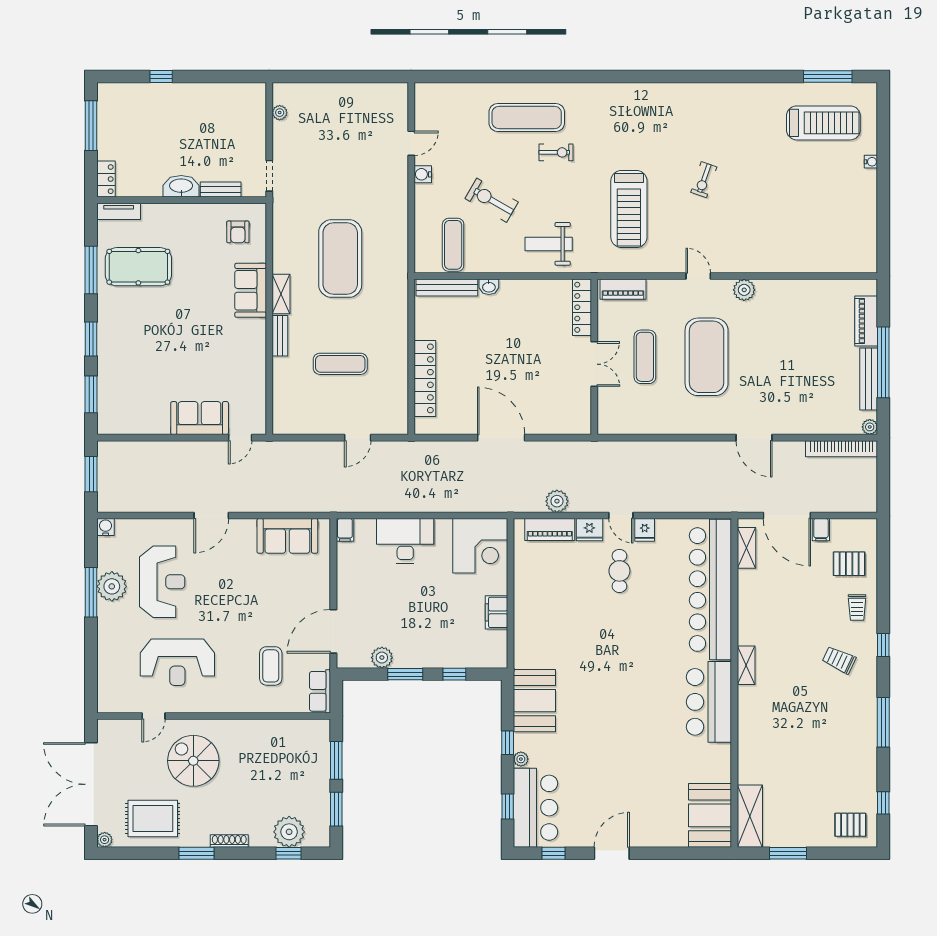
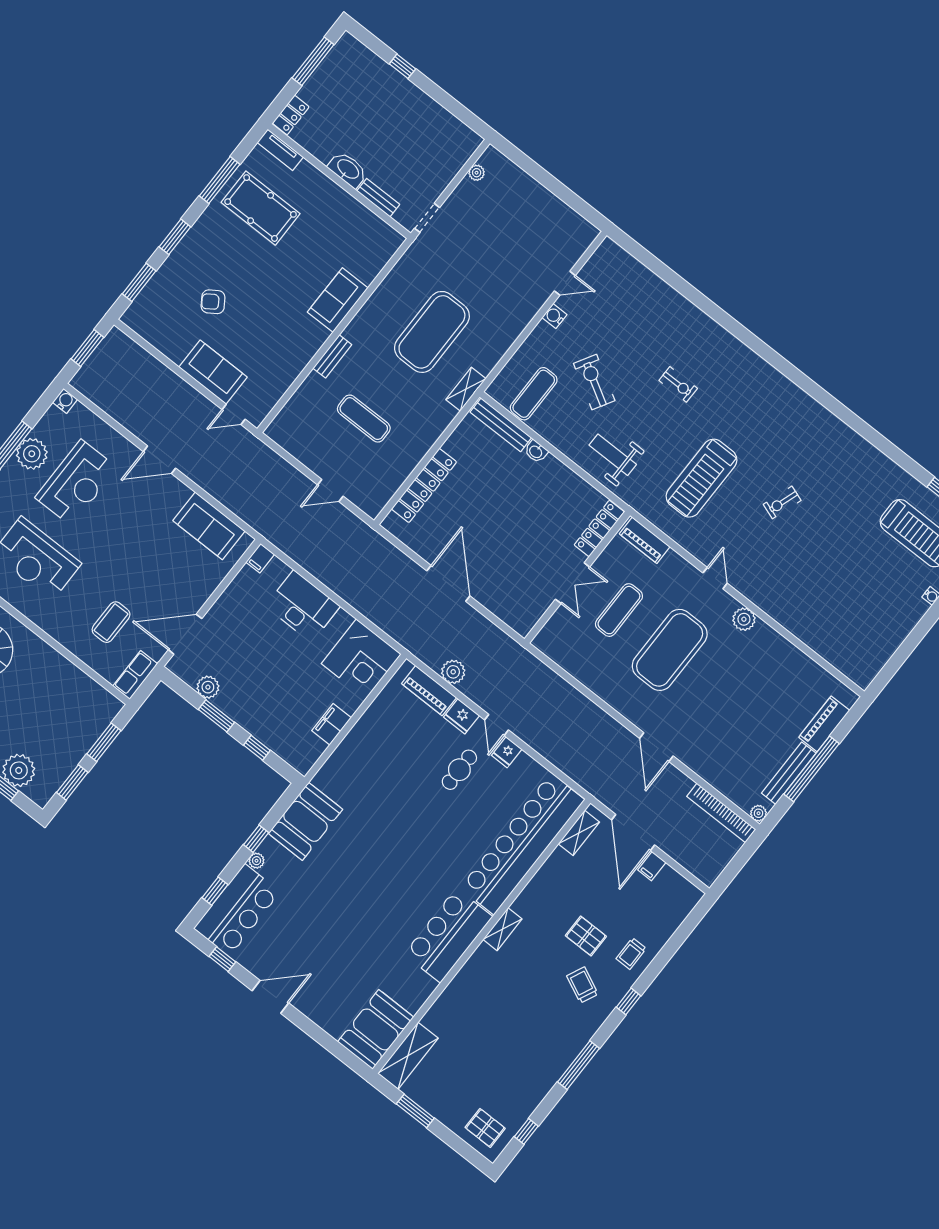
exercise mat: (527, 117) -> (677, 337), removed
armchair: (238, 232) -> (213, 302), moved, turned 56
shelving: (281, 294) -> (466, 389), moved
pallet: (849, 564) -> (586, 936), moved

